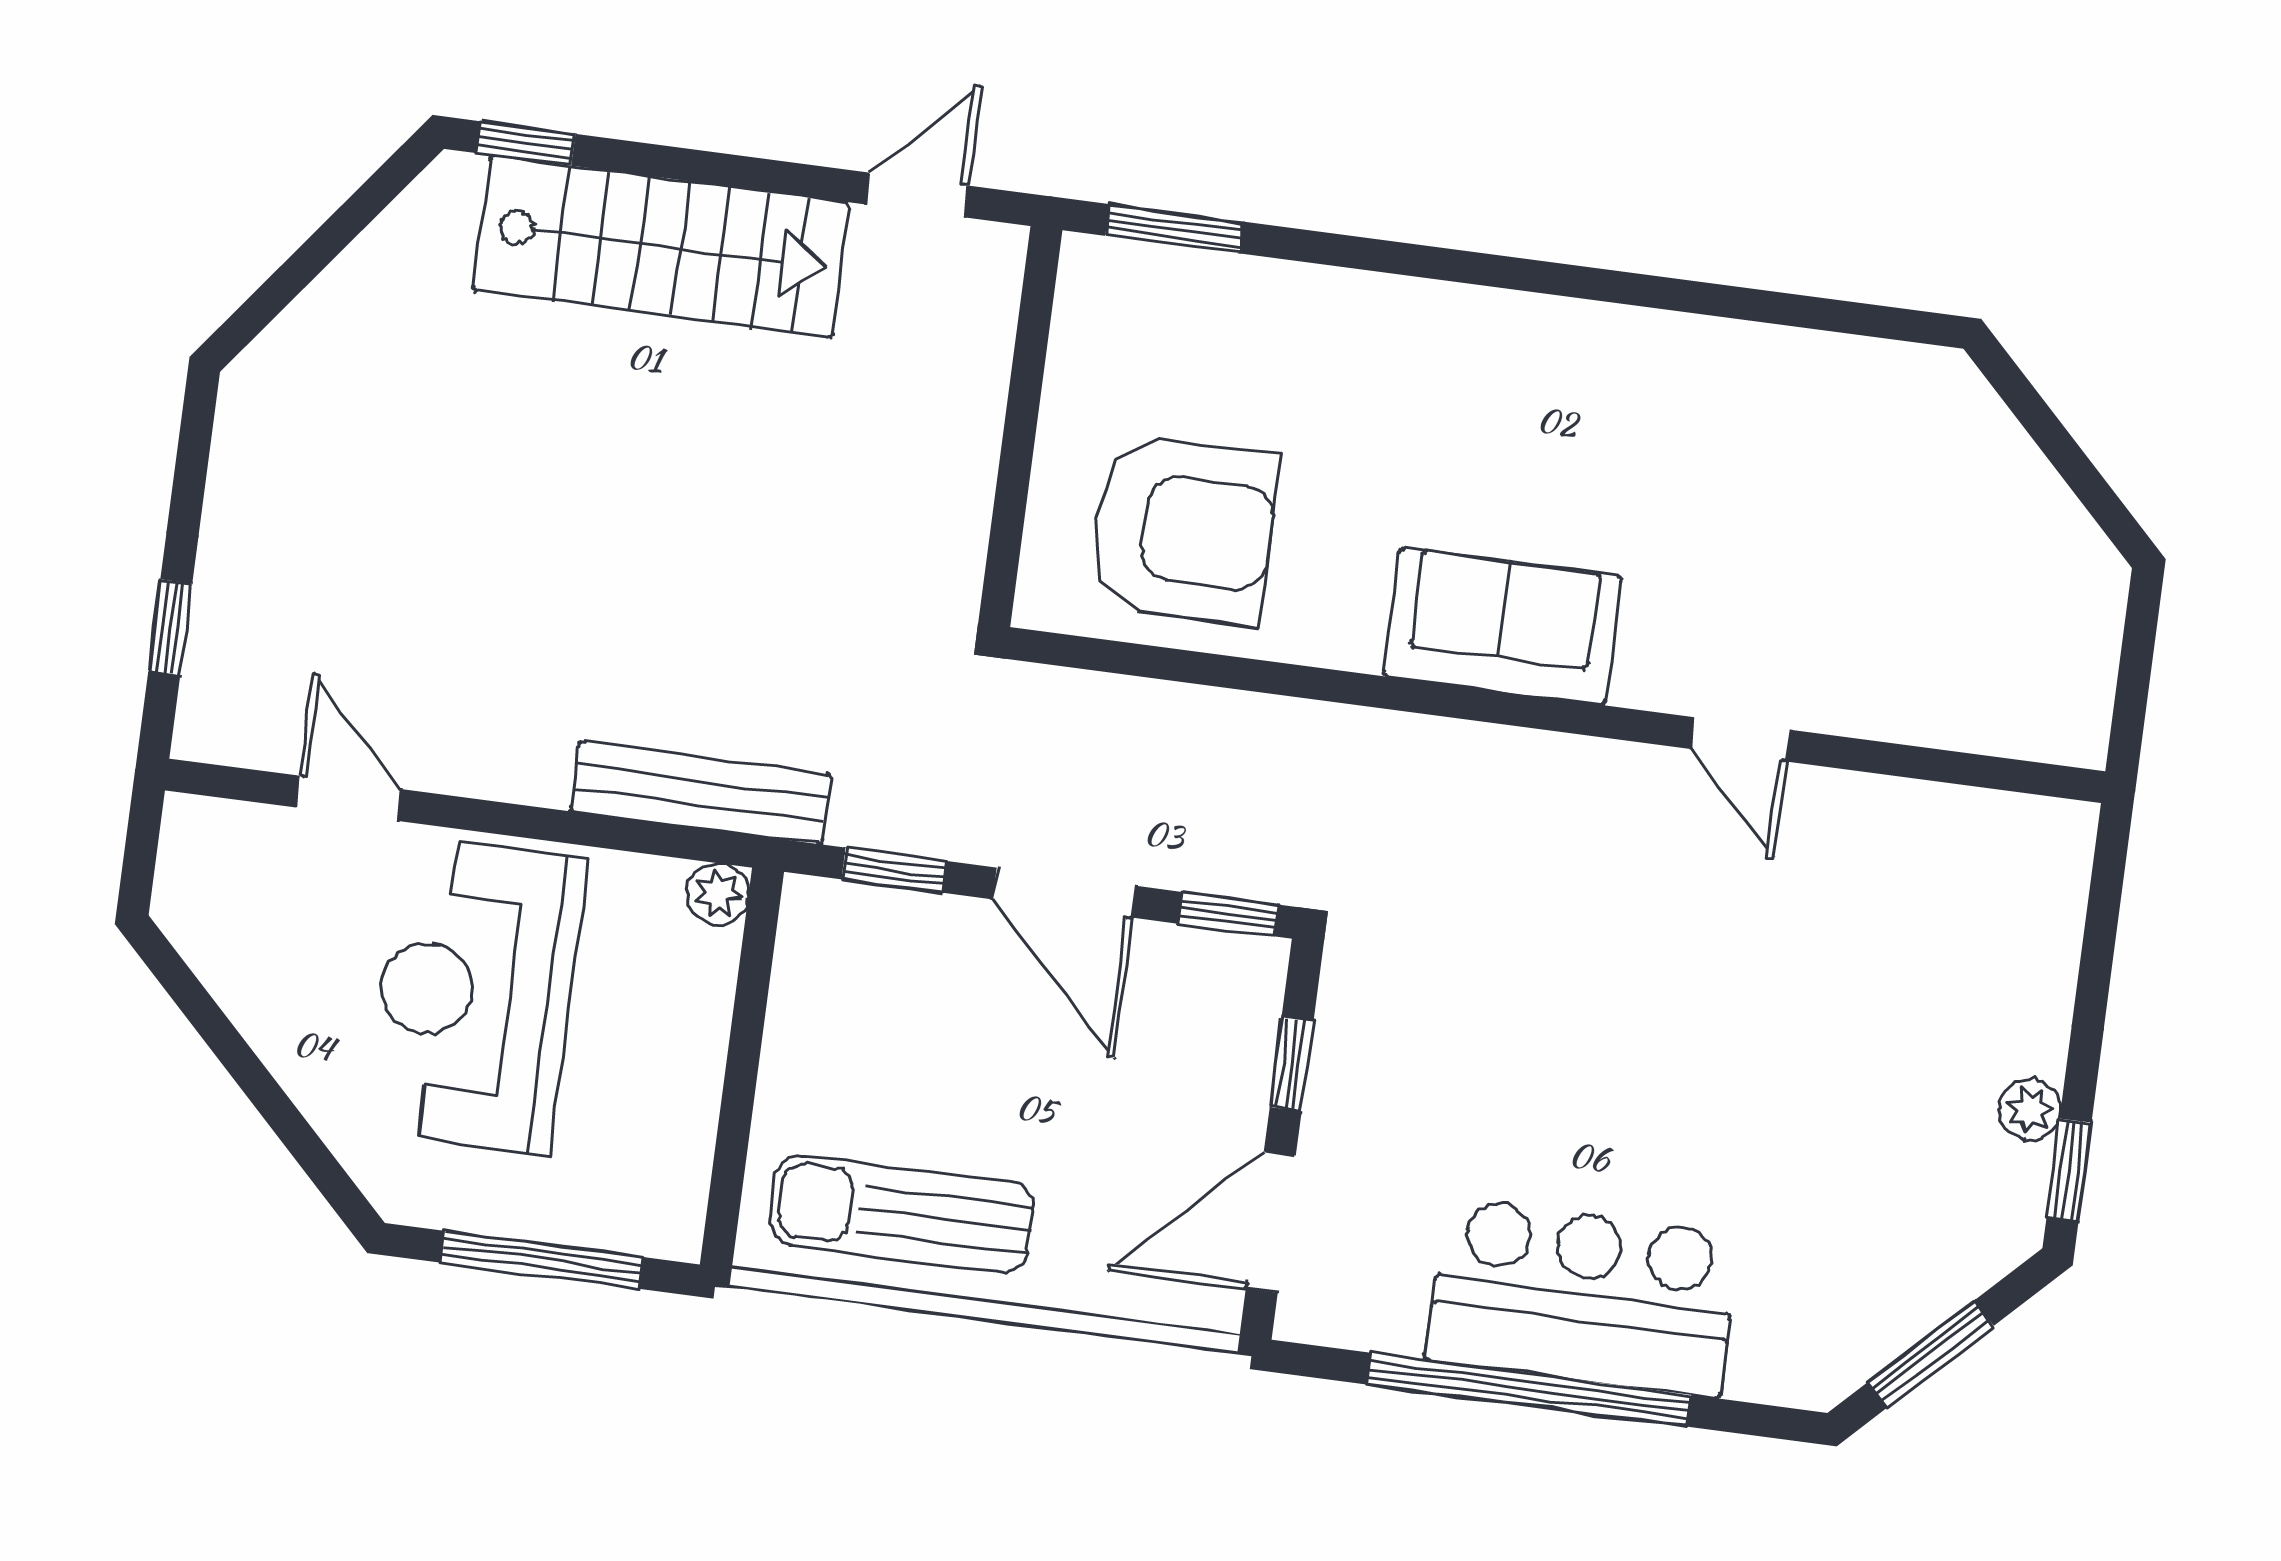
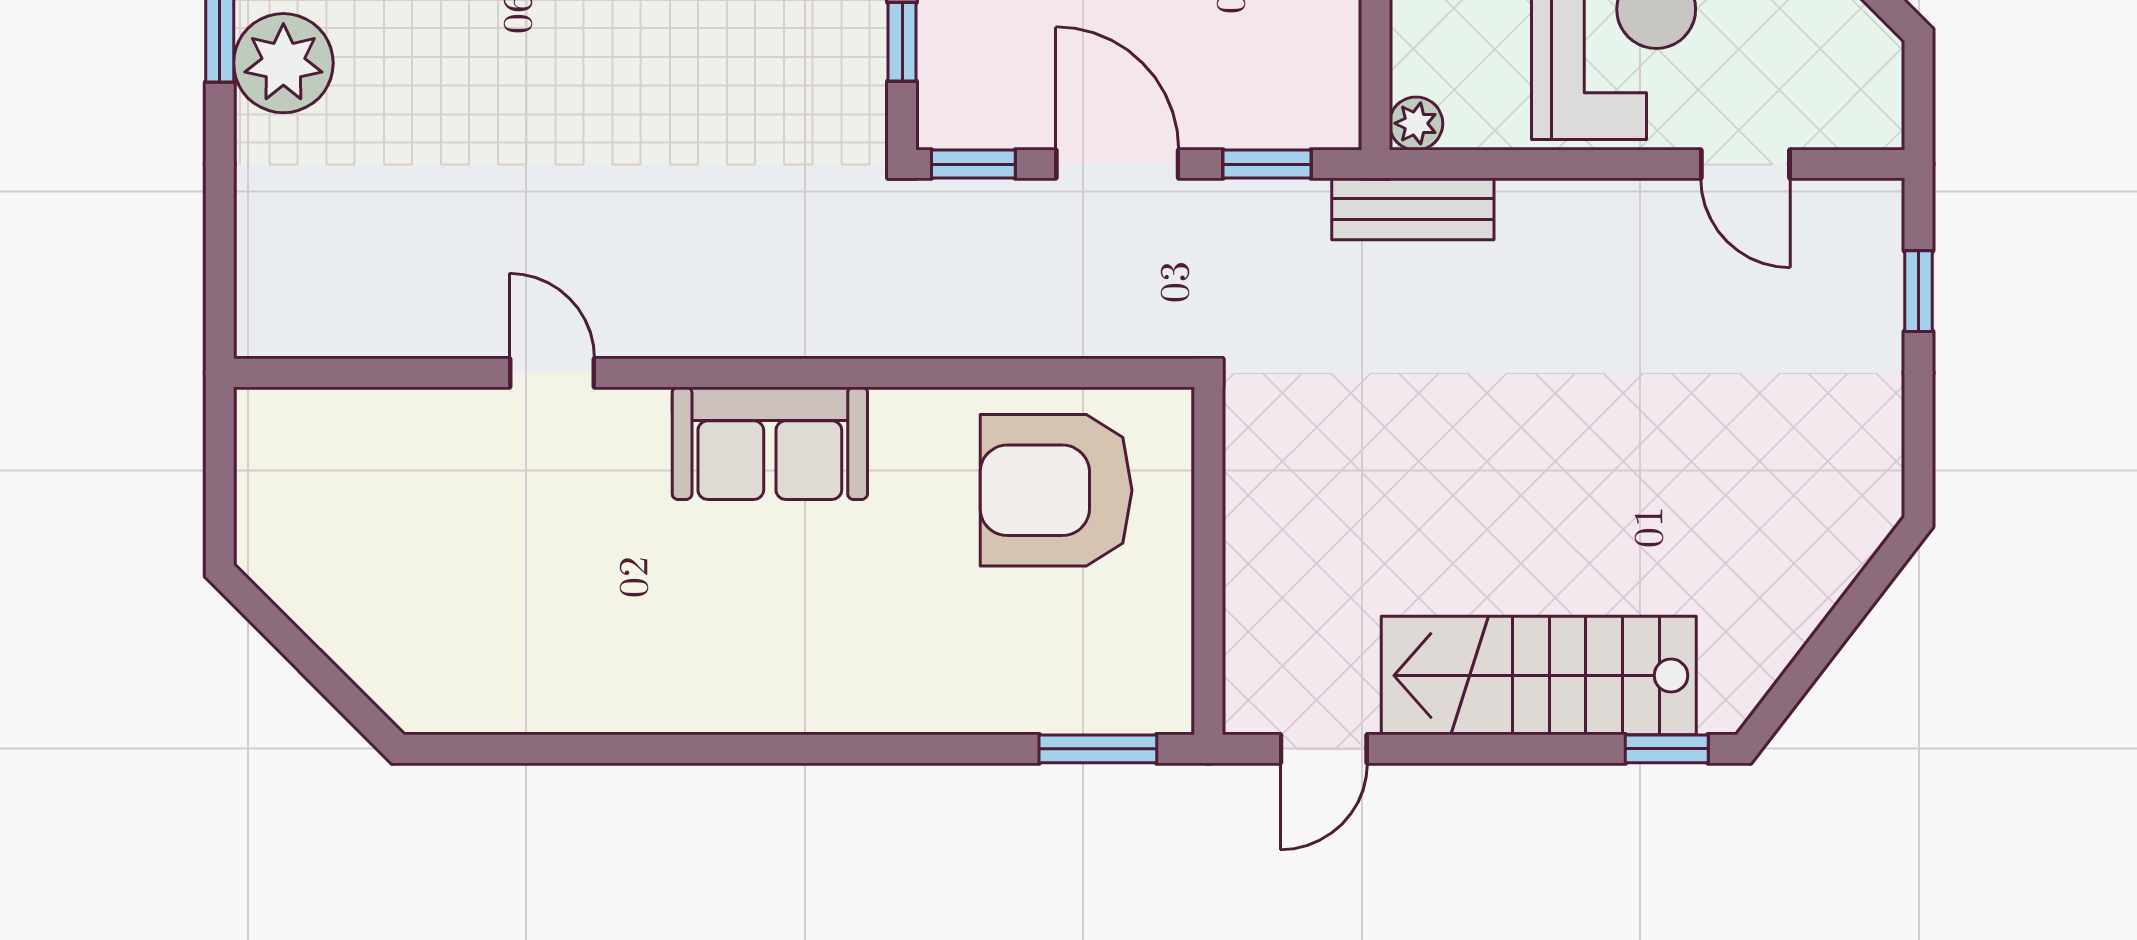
bench: (701, 793) -> (1413, 209), width x0.73
plant: (2030, 1110) -> (283, 63), width x1.88, depth x1.88

